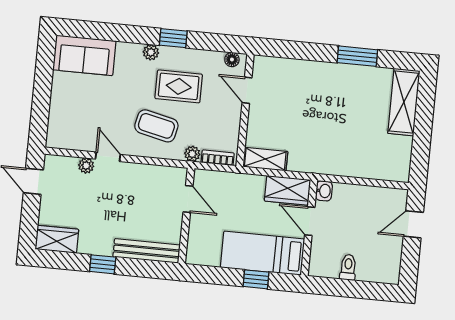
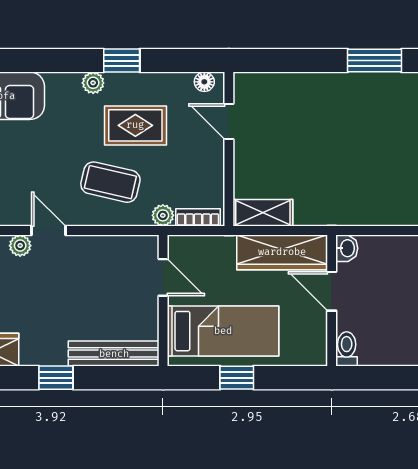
wardrobe: (287, 190) -> (282, 252), width x1.50
bed: (263, 253) -> (223, 331), moved, turned 180
toilet: (348, 267) -> (347, 349), moved
window: (256, 279) -> (237, 378), moved

